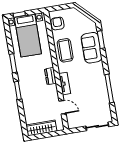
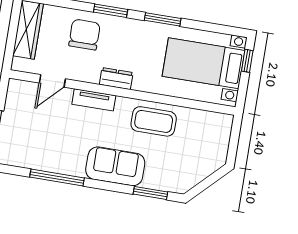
armchair: (57, 24) -> (207, 124), removed
sofa: (91, 48) -> (115, 166), moved
chair: (34, 99) -> (85, 35), added

